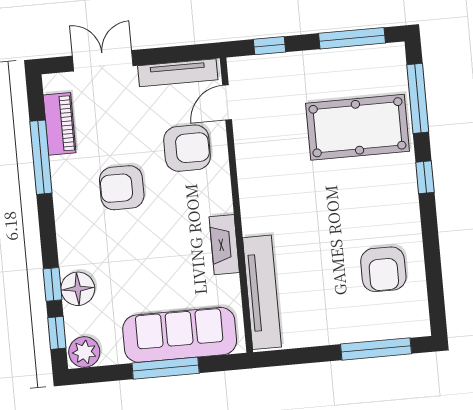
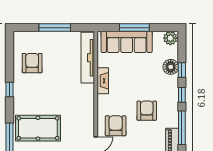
armchair: (187, 148) -> (116, 126), turned 90
window: (425, 177) -> (10, 89), moved
armchair: (122, 188) -> (147, 111), turned -90
window: (57, 333) -> (182, 95), moved
window: (376, 349) -> (55, 28), moved

